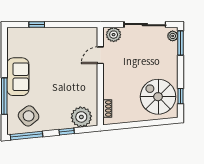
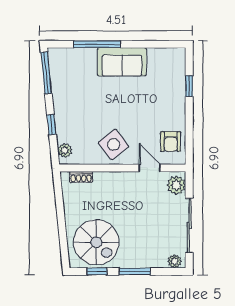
armchair: (80, 39) -> (171, 142), added
window: (181, 43) -> (135, 271), moved
spiral stairs: (158, 97) -> (96, 242), turned 90
side table: (29, 116) -> (114, 144), moved
plant: (81, 117) -> (65, 150), width x0.53, depth x0.53

